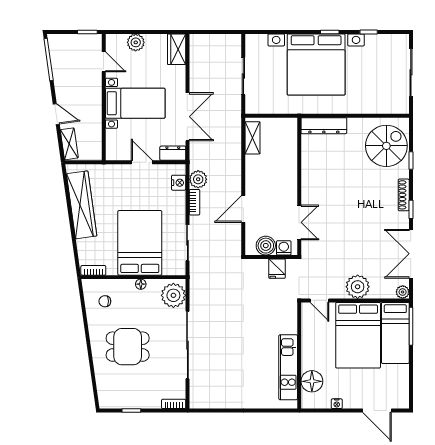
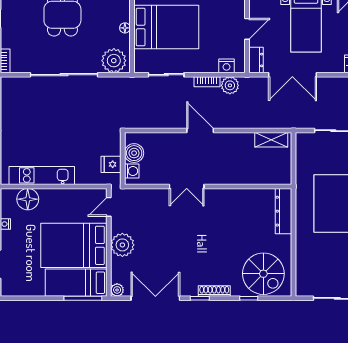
boiler: (266, 246) -> (134, 153), moved
washing machine: (284, 248) -> (132, 171), moved
wall: (271, 257) -> (123, 159), moved
fridge: (277, 269) -> (111, 164), moved

